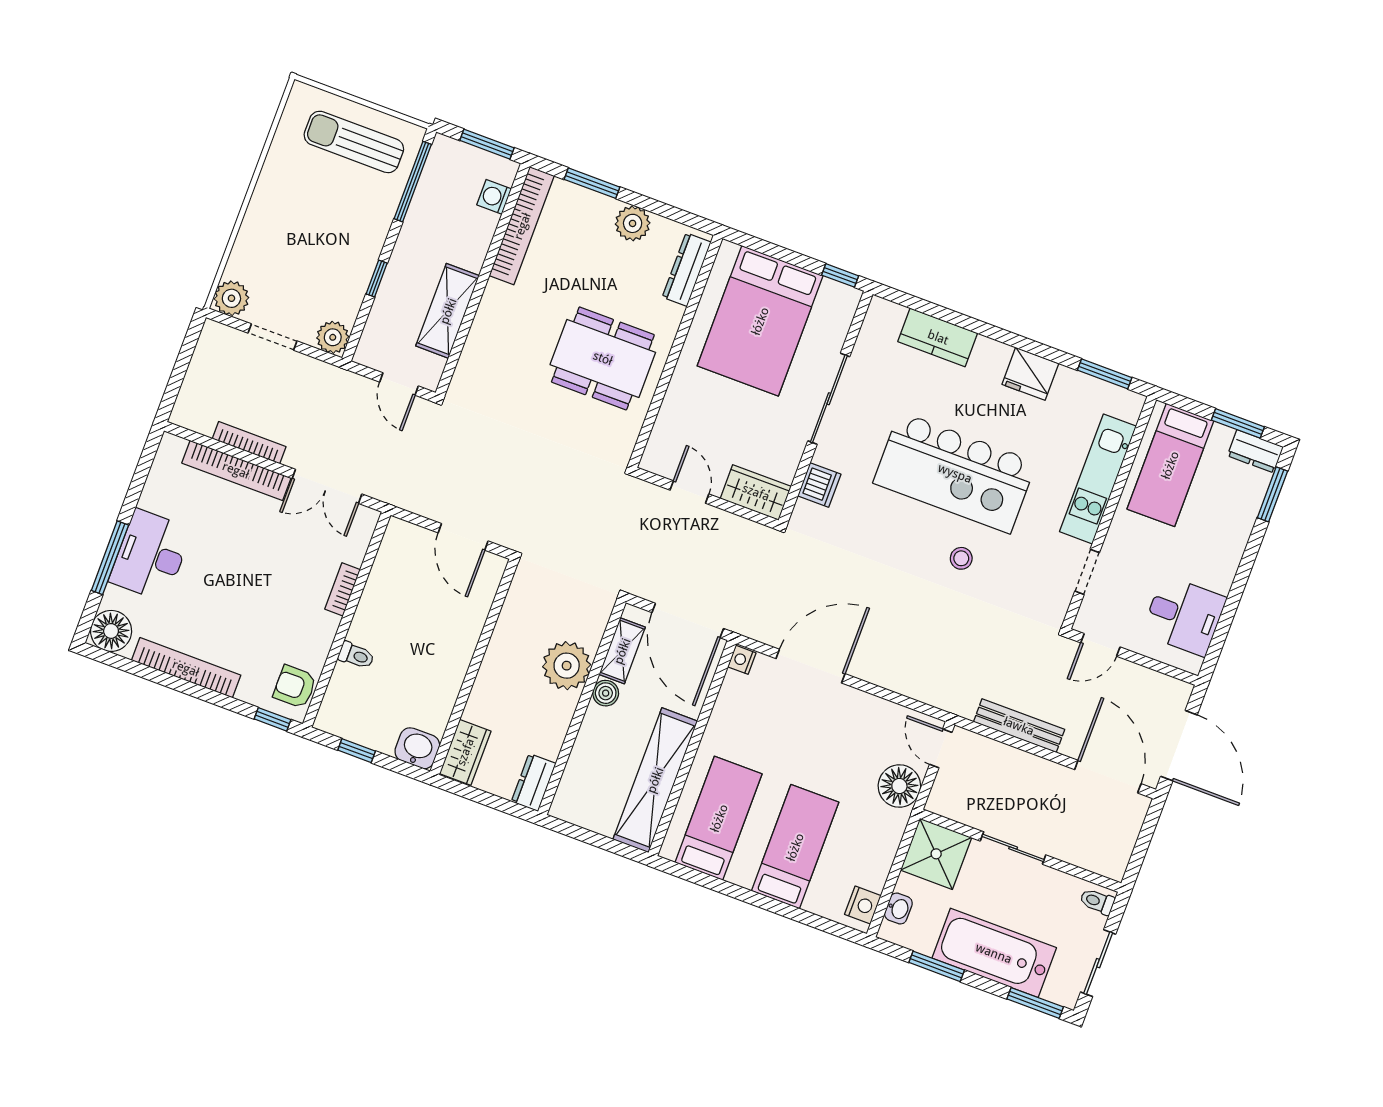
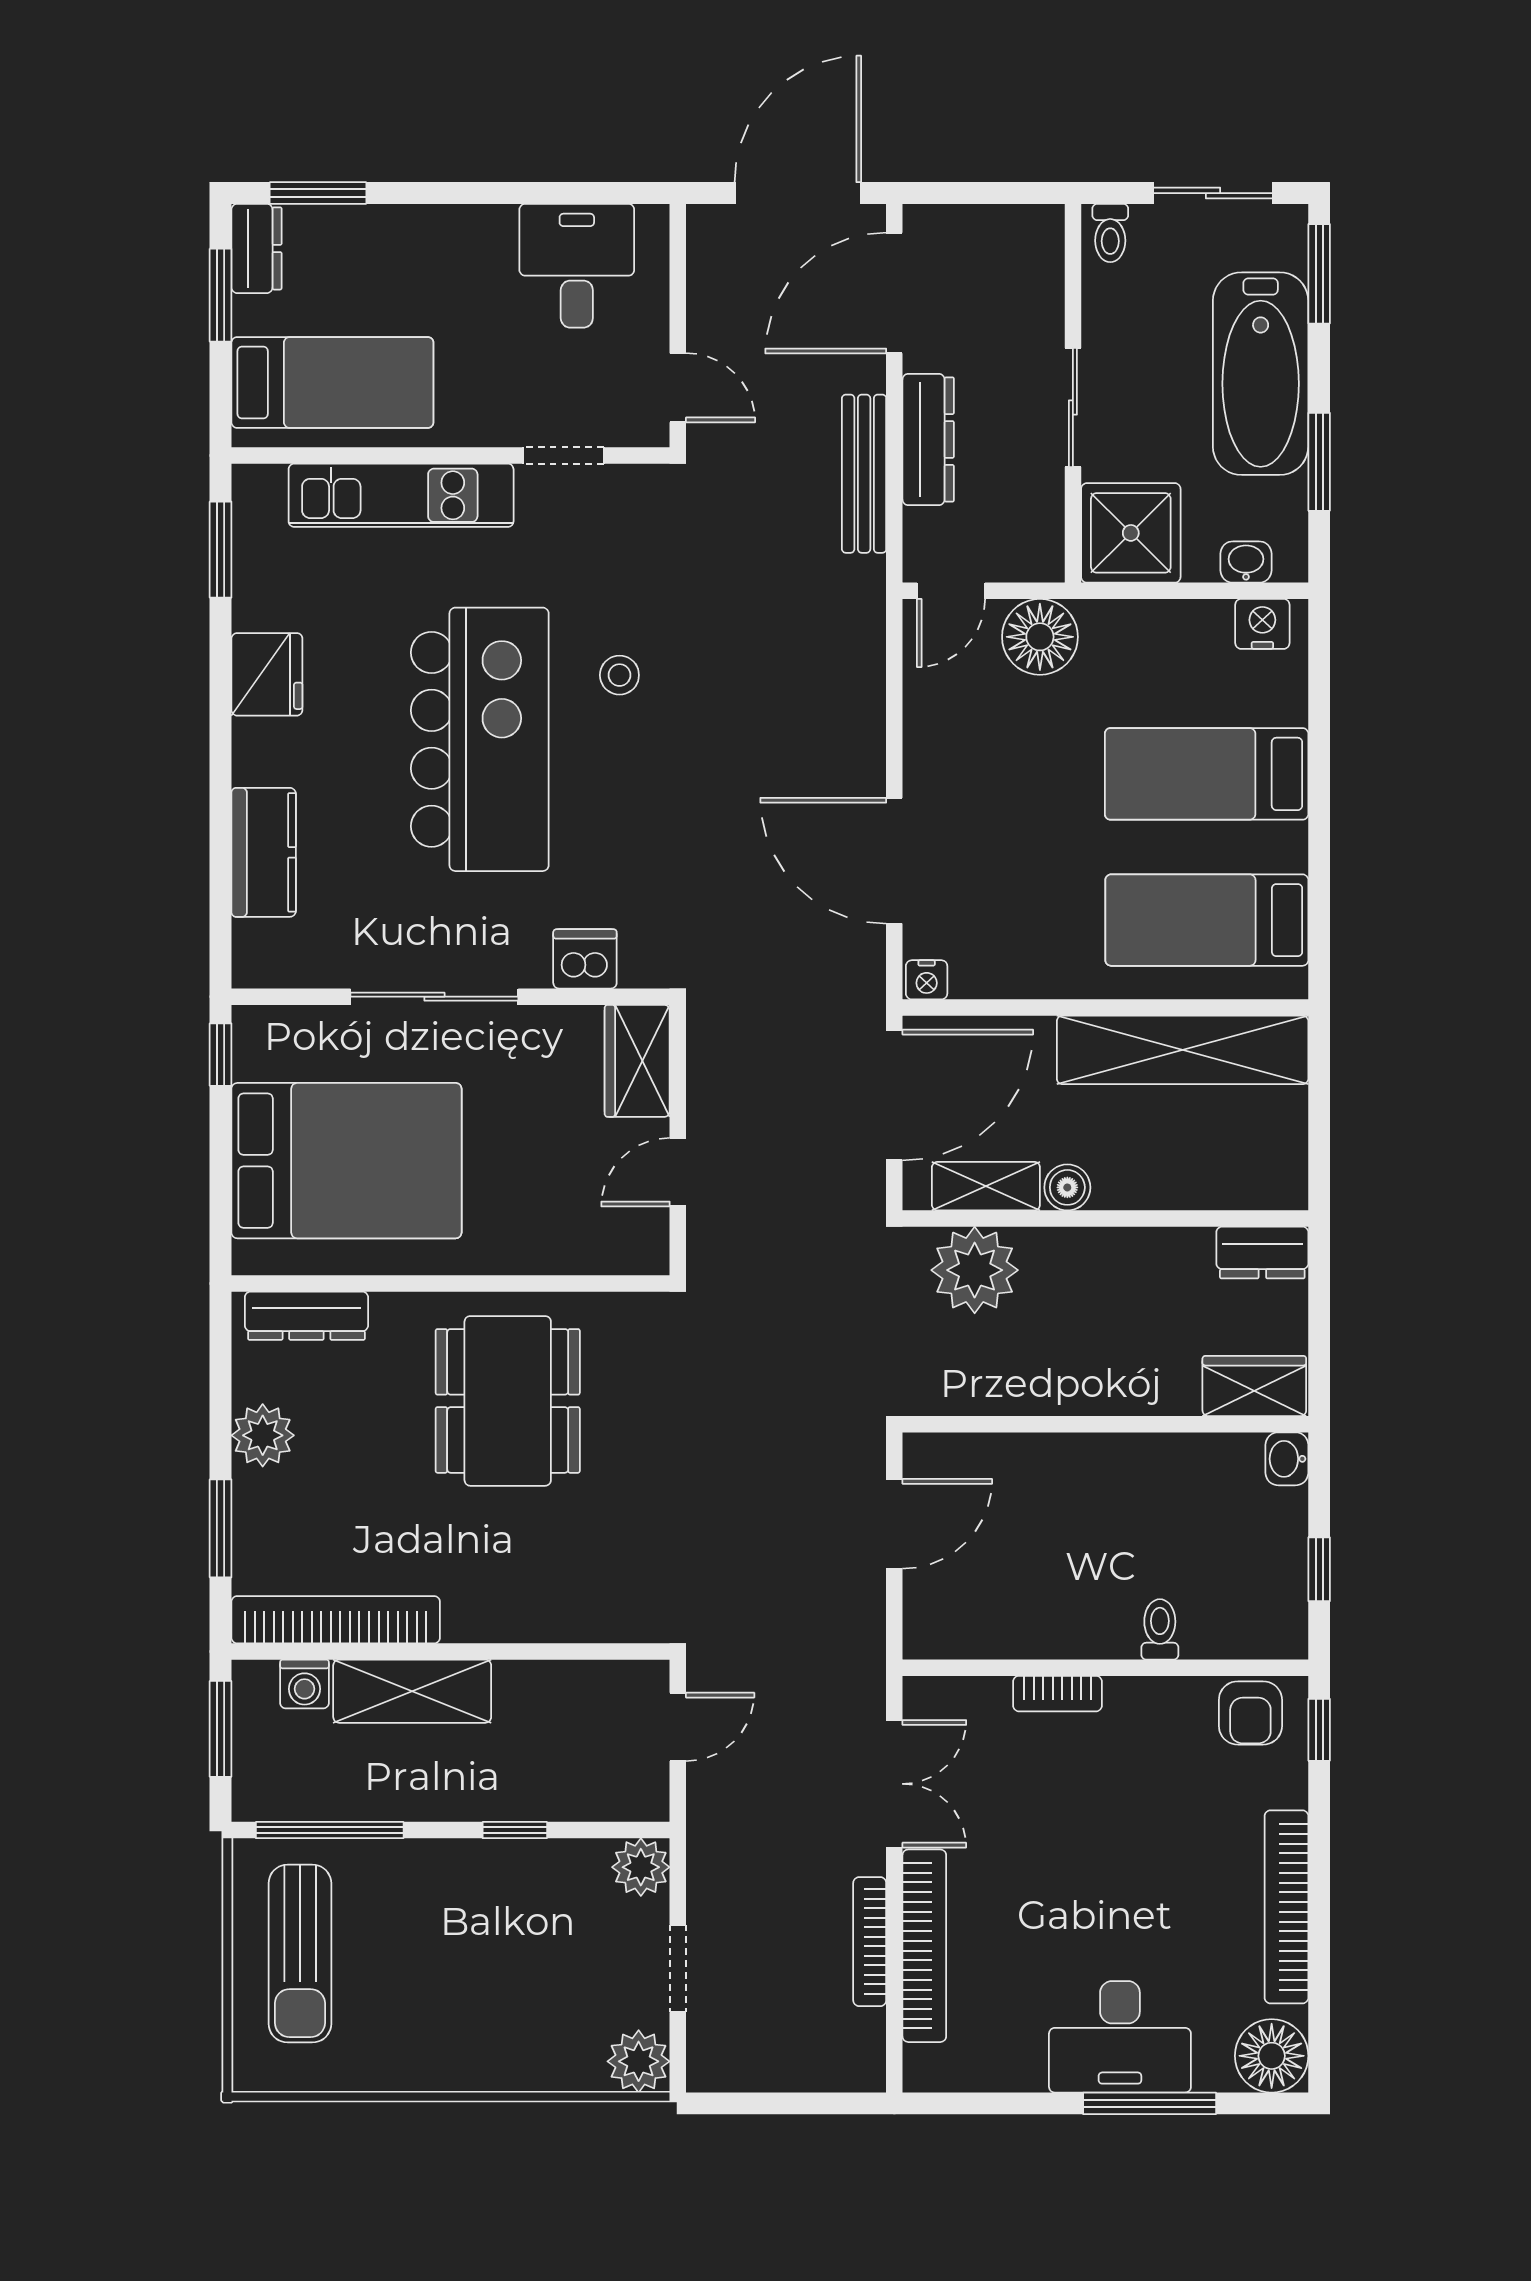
shelving: (448, 311) -> (412, 1691), moved
plant: (567, 666) -> (975, 1270), moved
washbasin: (417, 748) -> (1287, 1459), width x0.72, depth x0.69
dresser: (1025, 766) -> (928, 439), added

